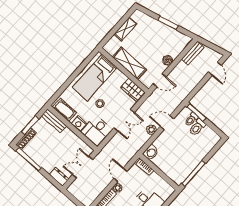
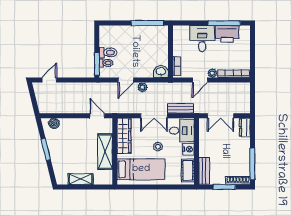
bench: (193, 53) -> (181, 108), moved
boiler: (168, 60) -> (54, 123), moved
wardrobe: (133, 90) -> (124, 136), width x1.50
double door: (124, 120) -> (154, 116), swing flipped
door: (167, 123) -> (126, 80), hinge flipped

